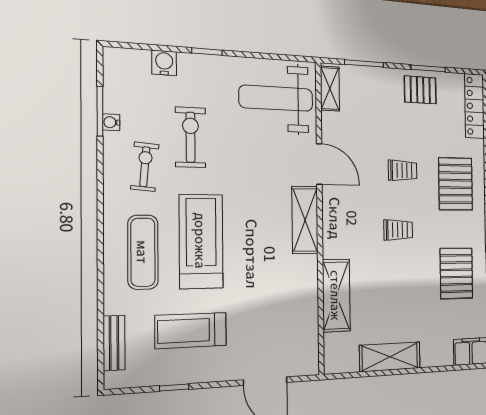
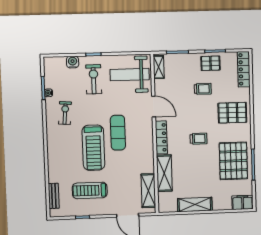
exercise bike: (190, 137) -> (94, 79), moved
trolley: (403, 170) -> (203, 89), moved
pallet: (456, 184) -> (232, 113), turned 90
shelving: (305, 220) -> (148, 191), moved
locker: (332, 225) -> (161, 137), added
treadmill: (201, 241) -> (93, 148), turned 180
exercise mat: (143, 252) -> (118, 133), moved
pallet: (456, 273) -> (233, 161), width x1.37, depth x1.41

